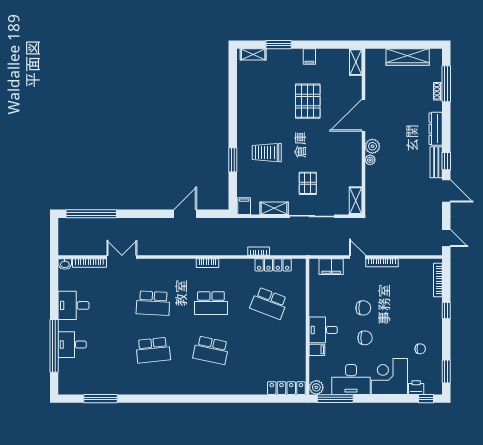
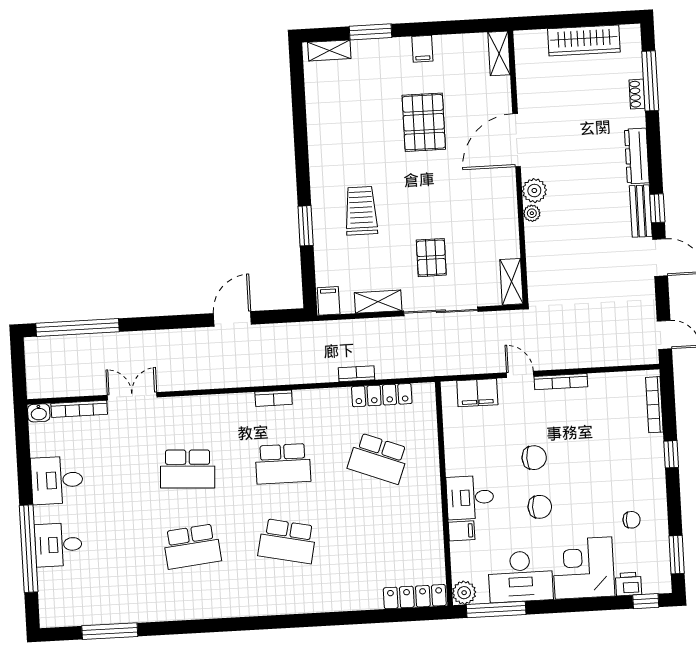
trolley: (267, 153) -> (361, 211), turned 90

